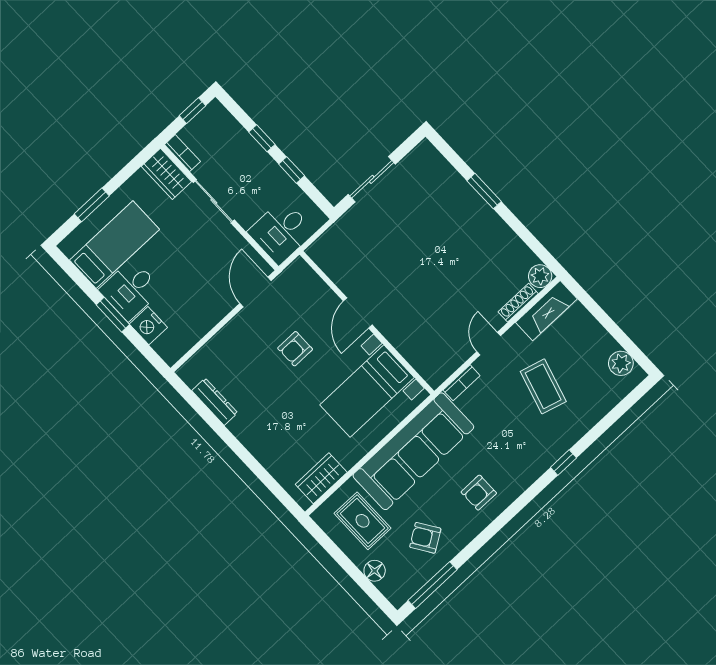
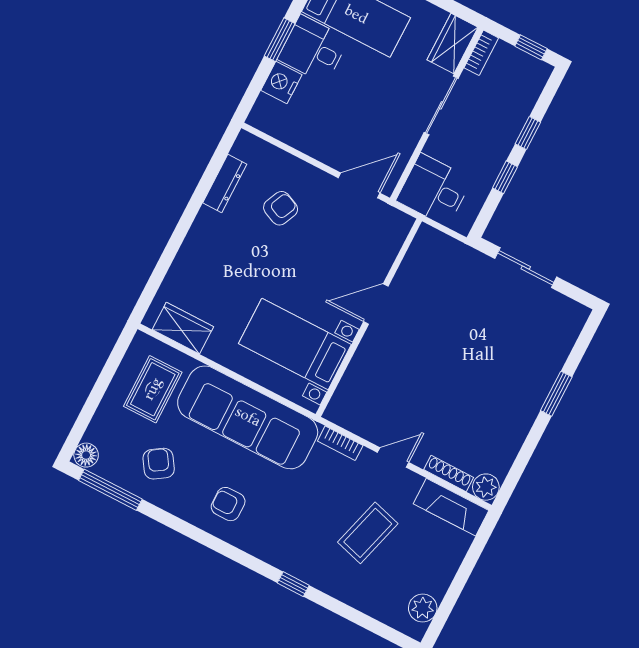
armchair: (295, 349) -> (281, 208), moved, turned 114
floor lamp: (375, 571) -> (86, 455), moved

